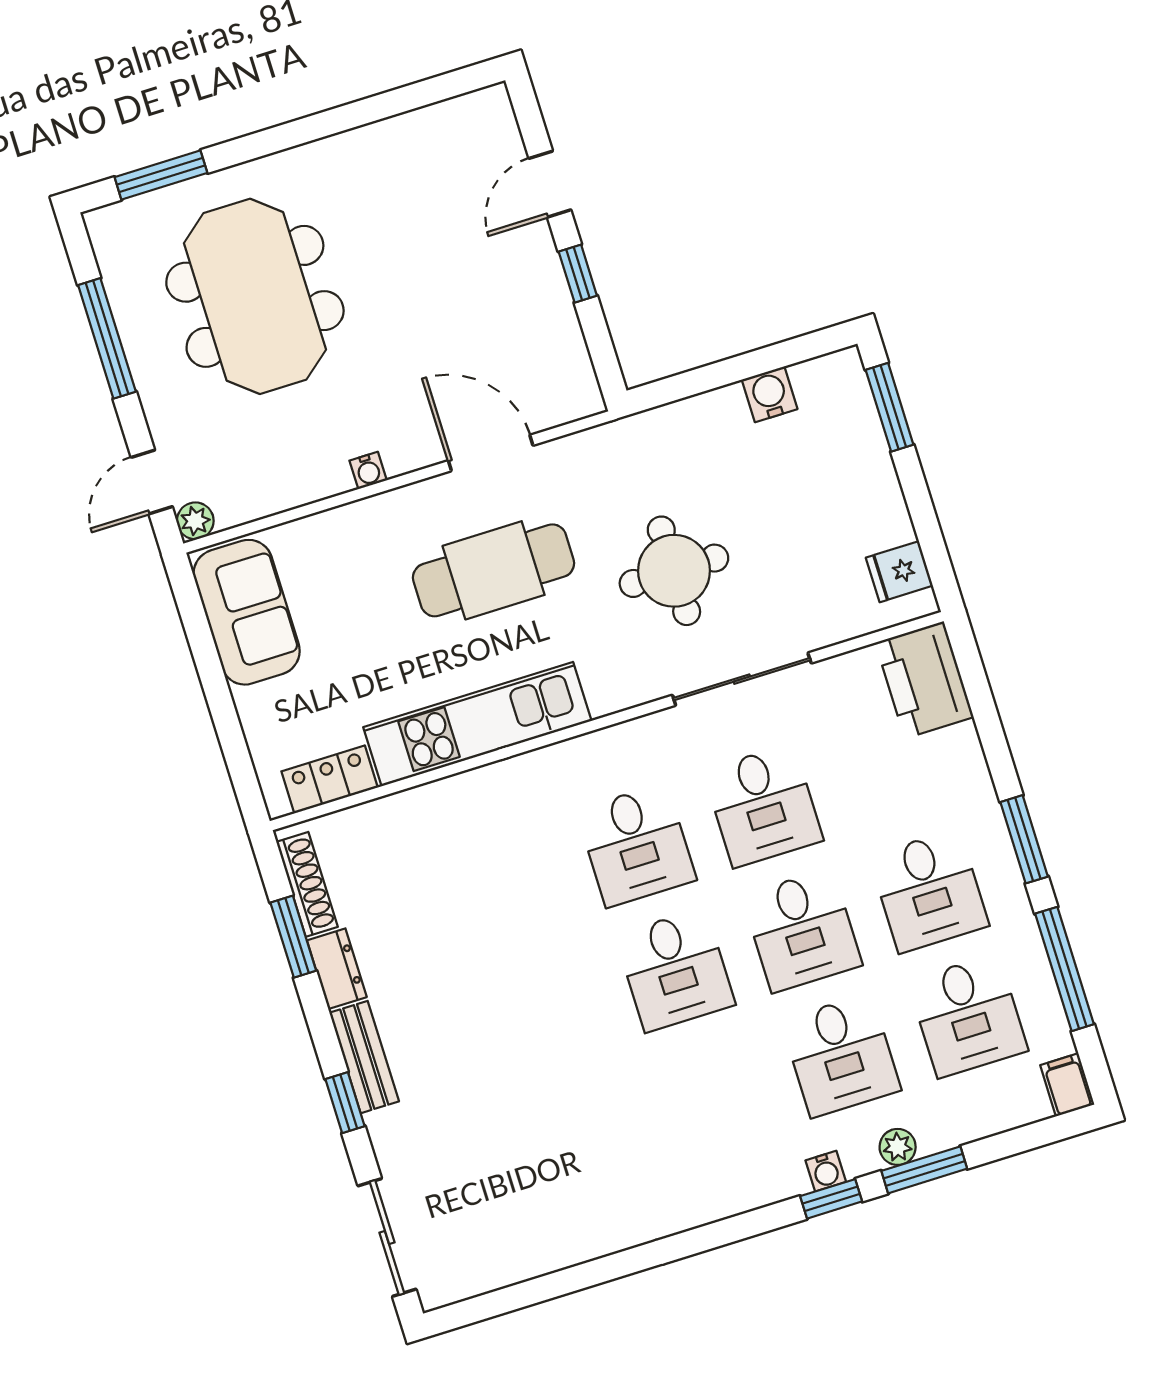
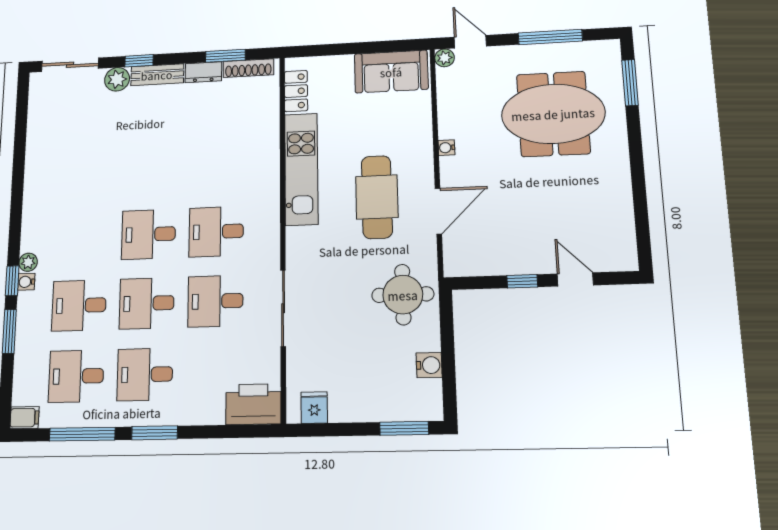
round table: (674, 571) -> (403, 295), moved
plant: (393, 1133) -> (117, 79), added
plant: (898, 1147) -> (28, 262), moved

